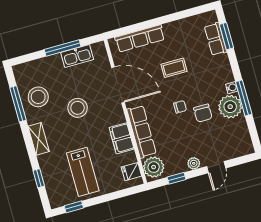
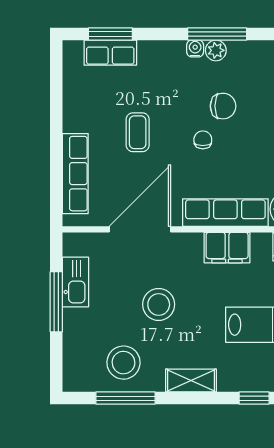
plant: (230, 107) -> (216, 50), width x0.53, depth x0.53

